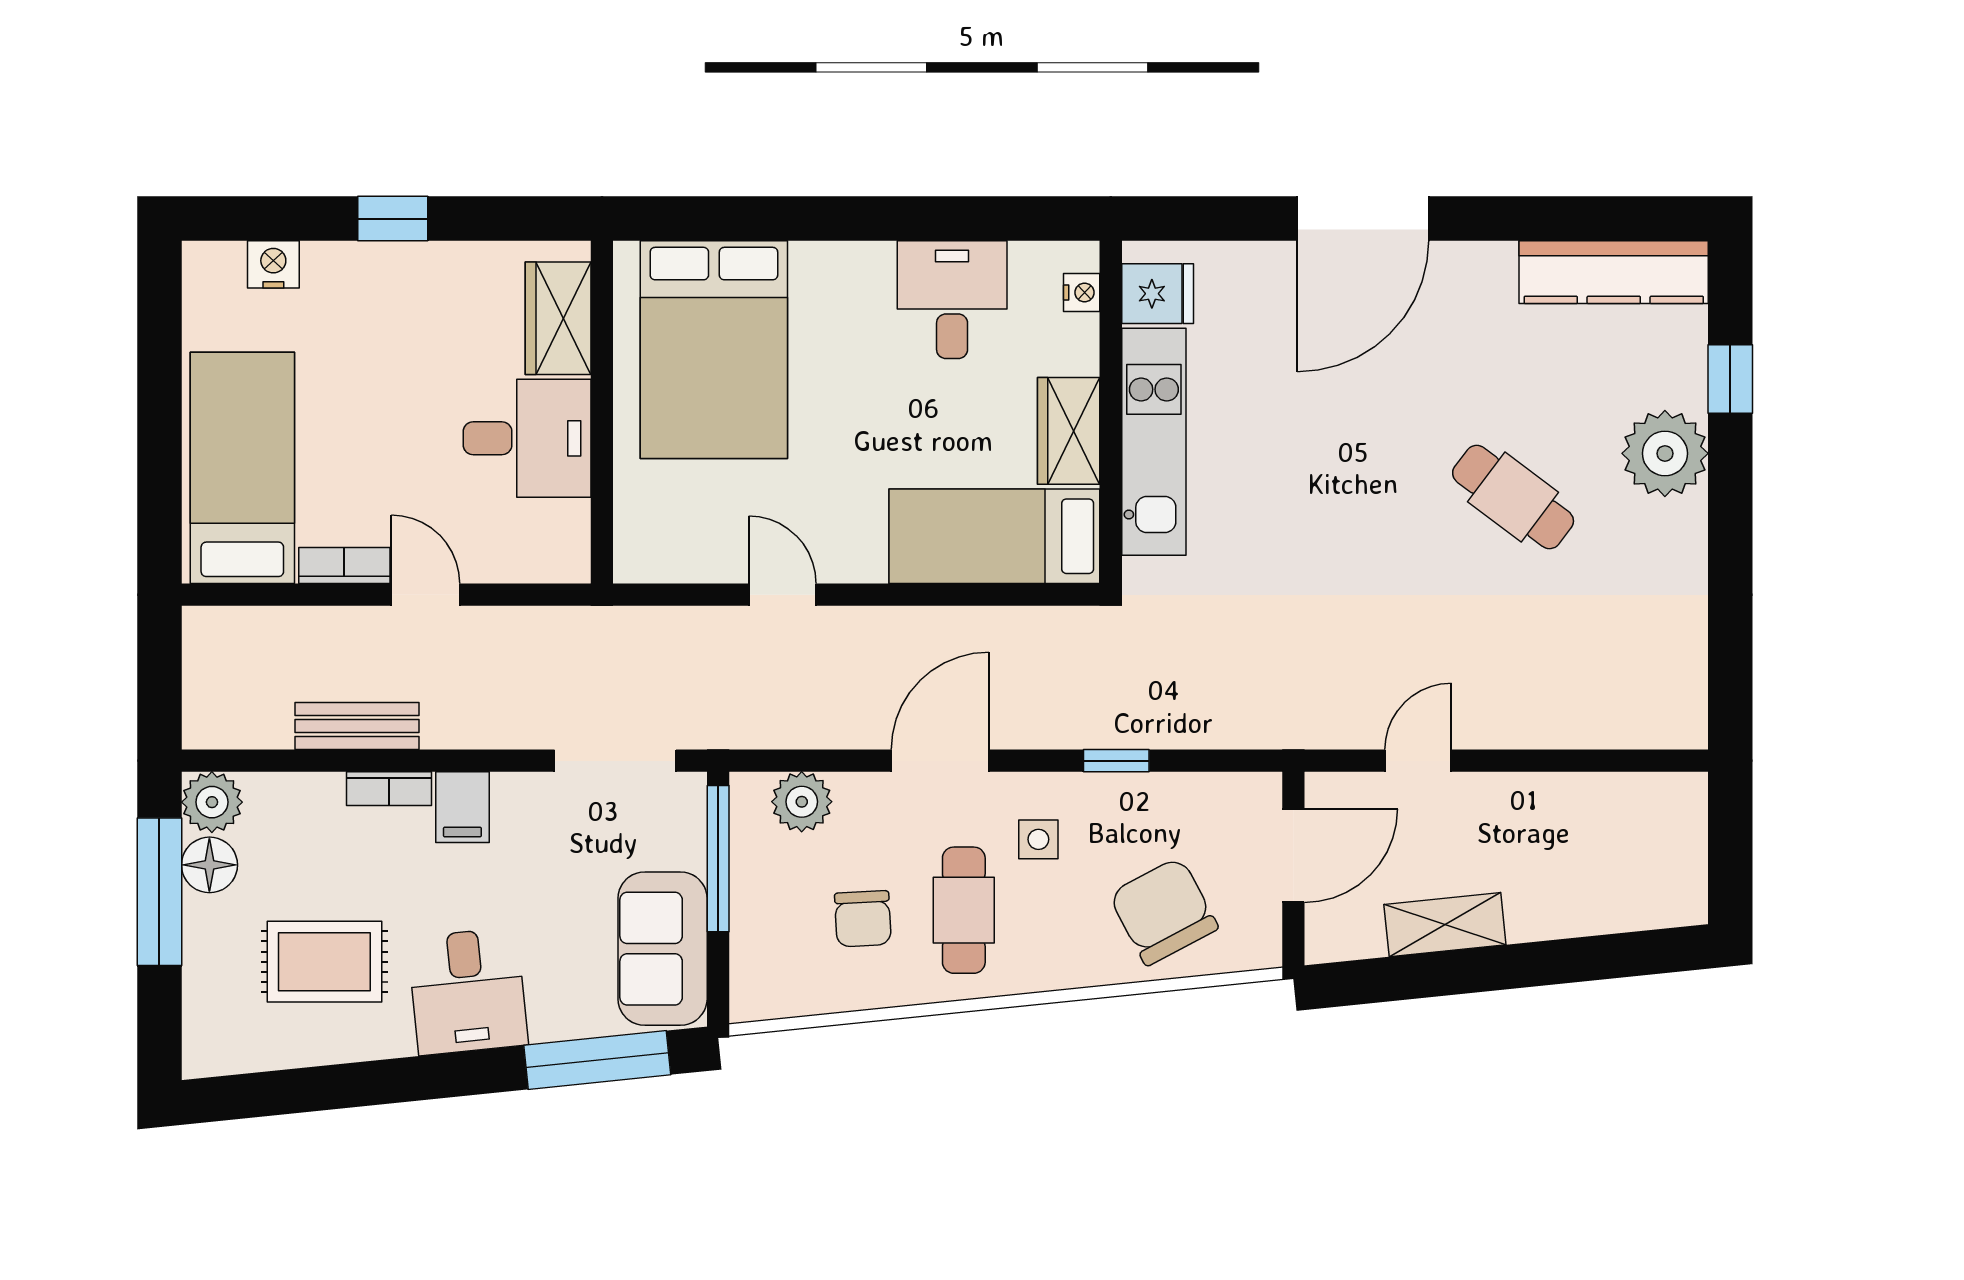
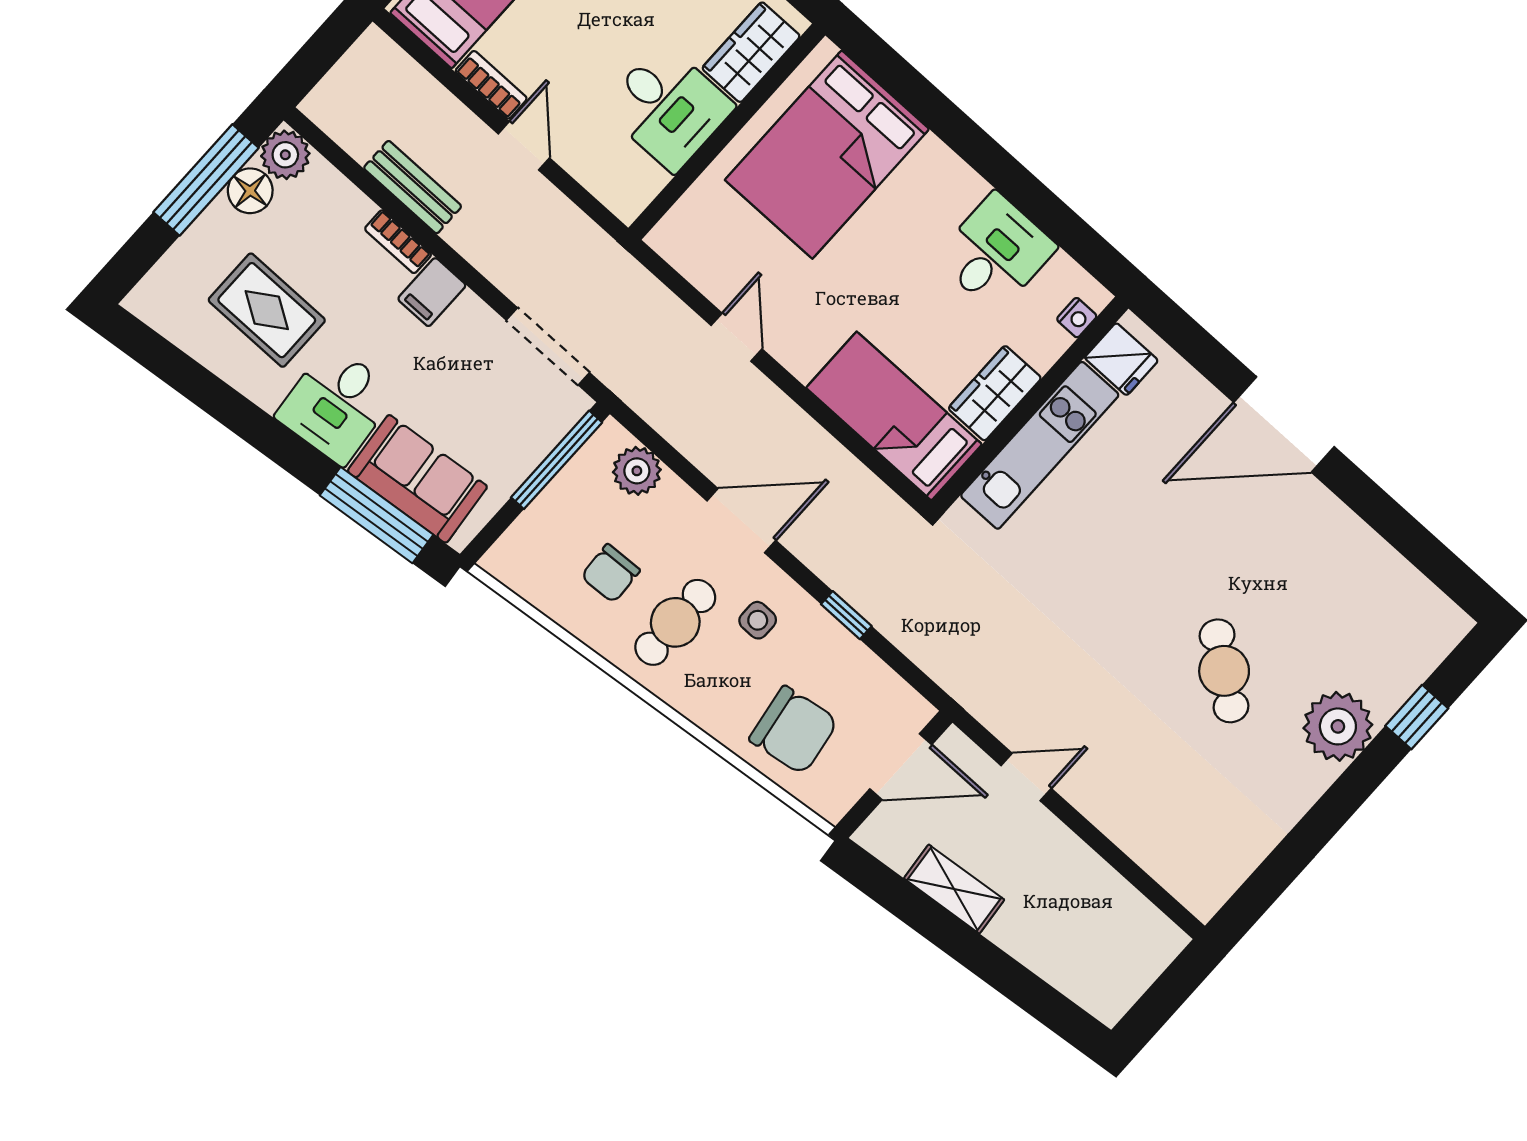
kitchen counter: (1614, 272) -> (1405, 591), removed
chair: (1163, 911) -> (794, 730), turned 109
sofa: (663, 949) -> (417, 479), moved, turned 84

